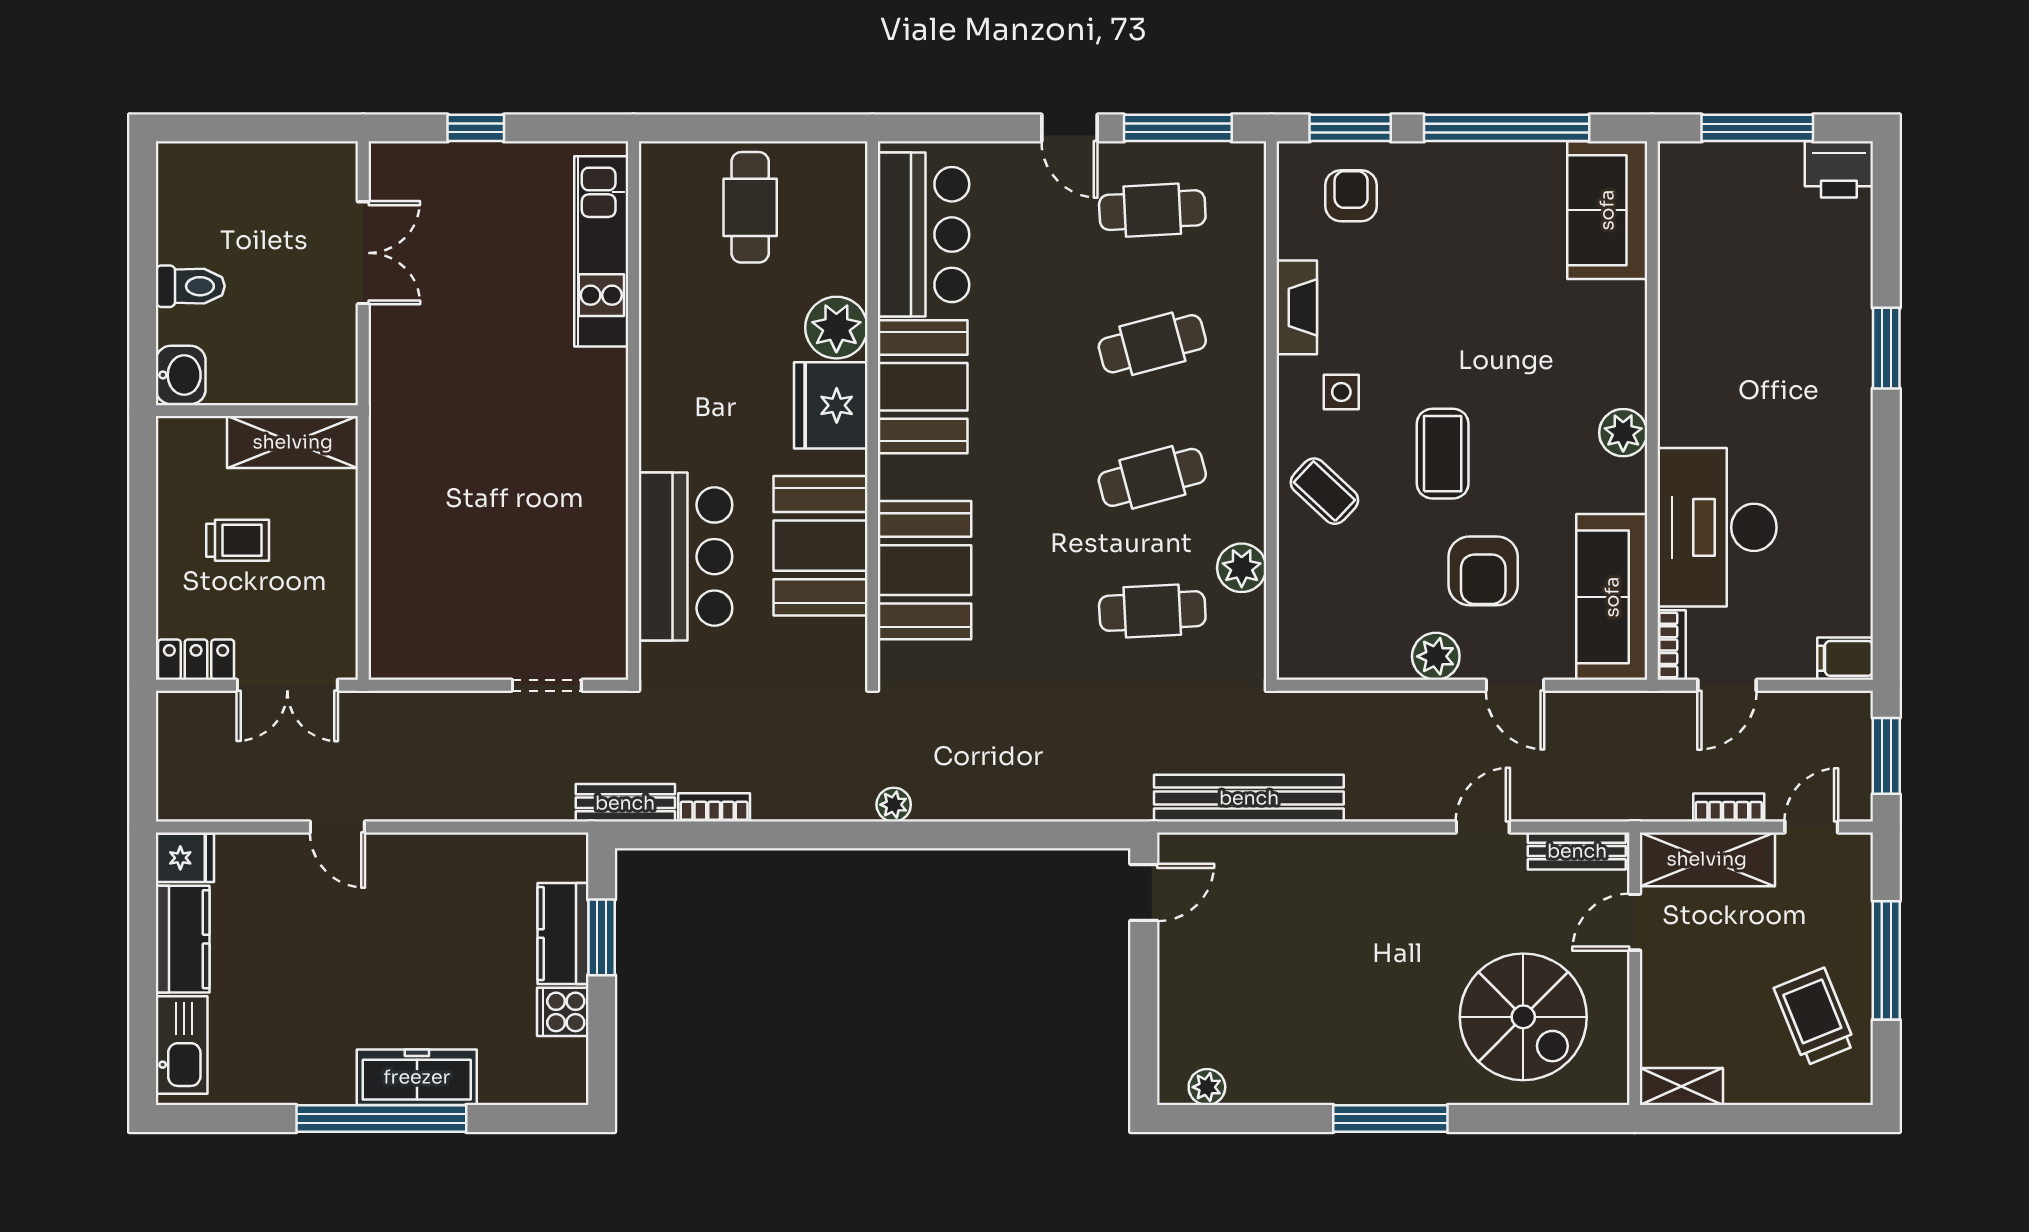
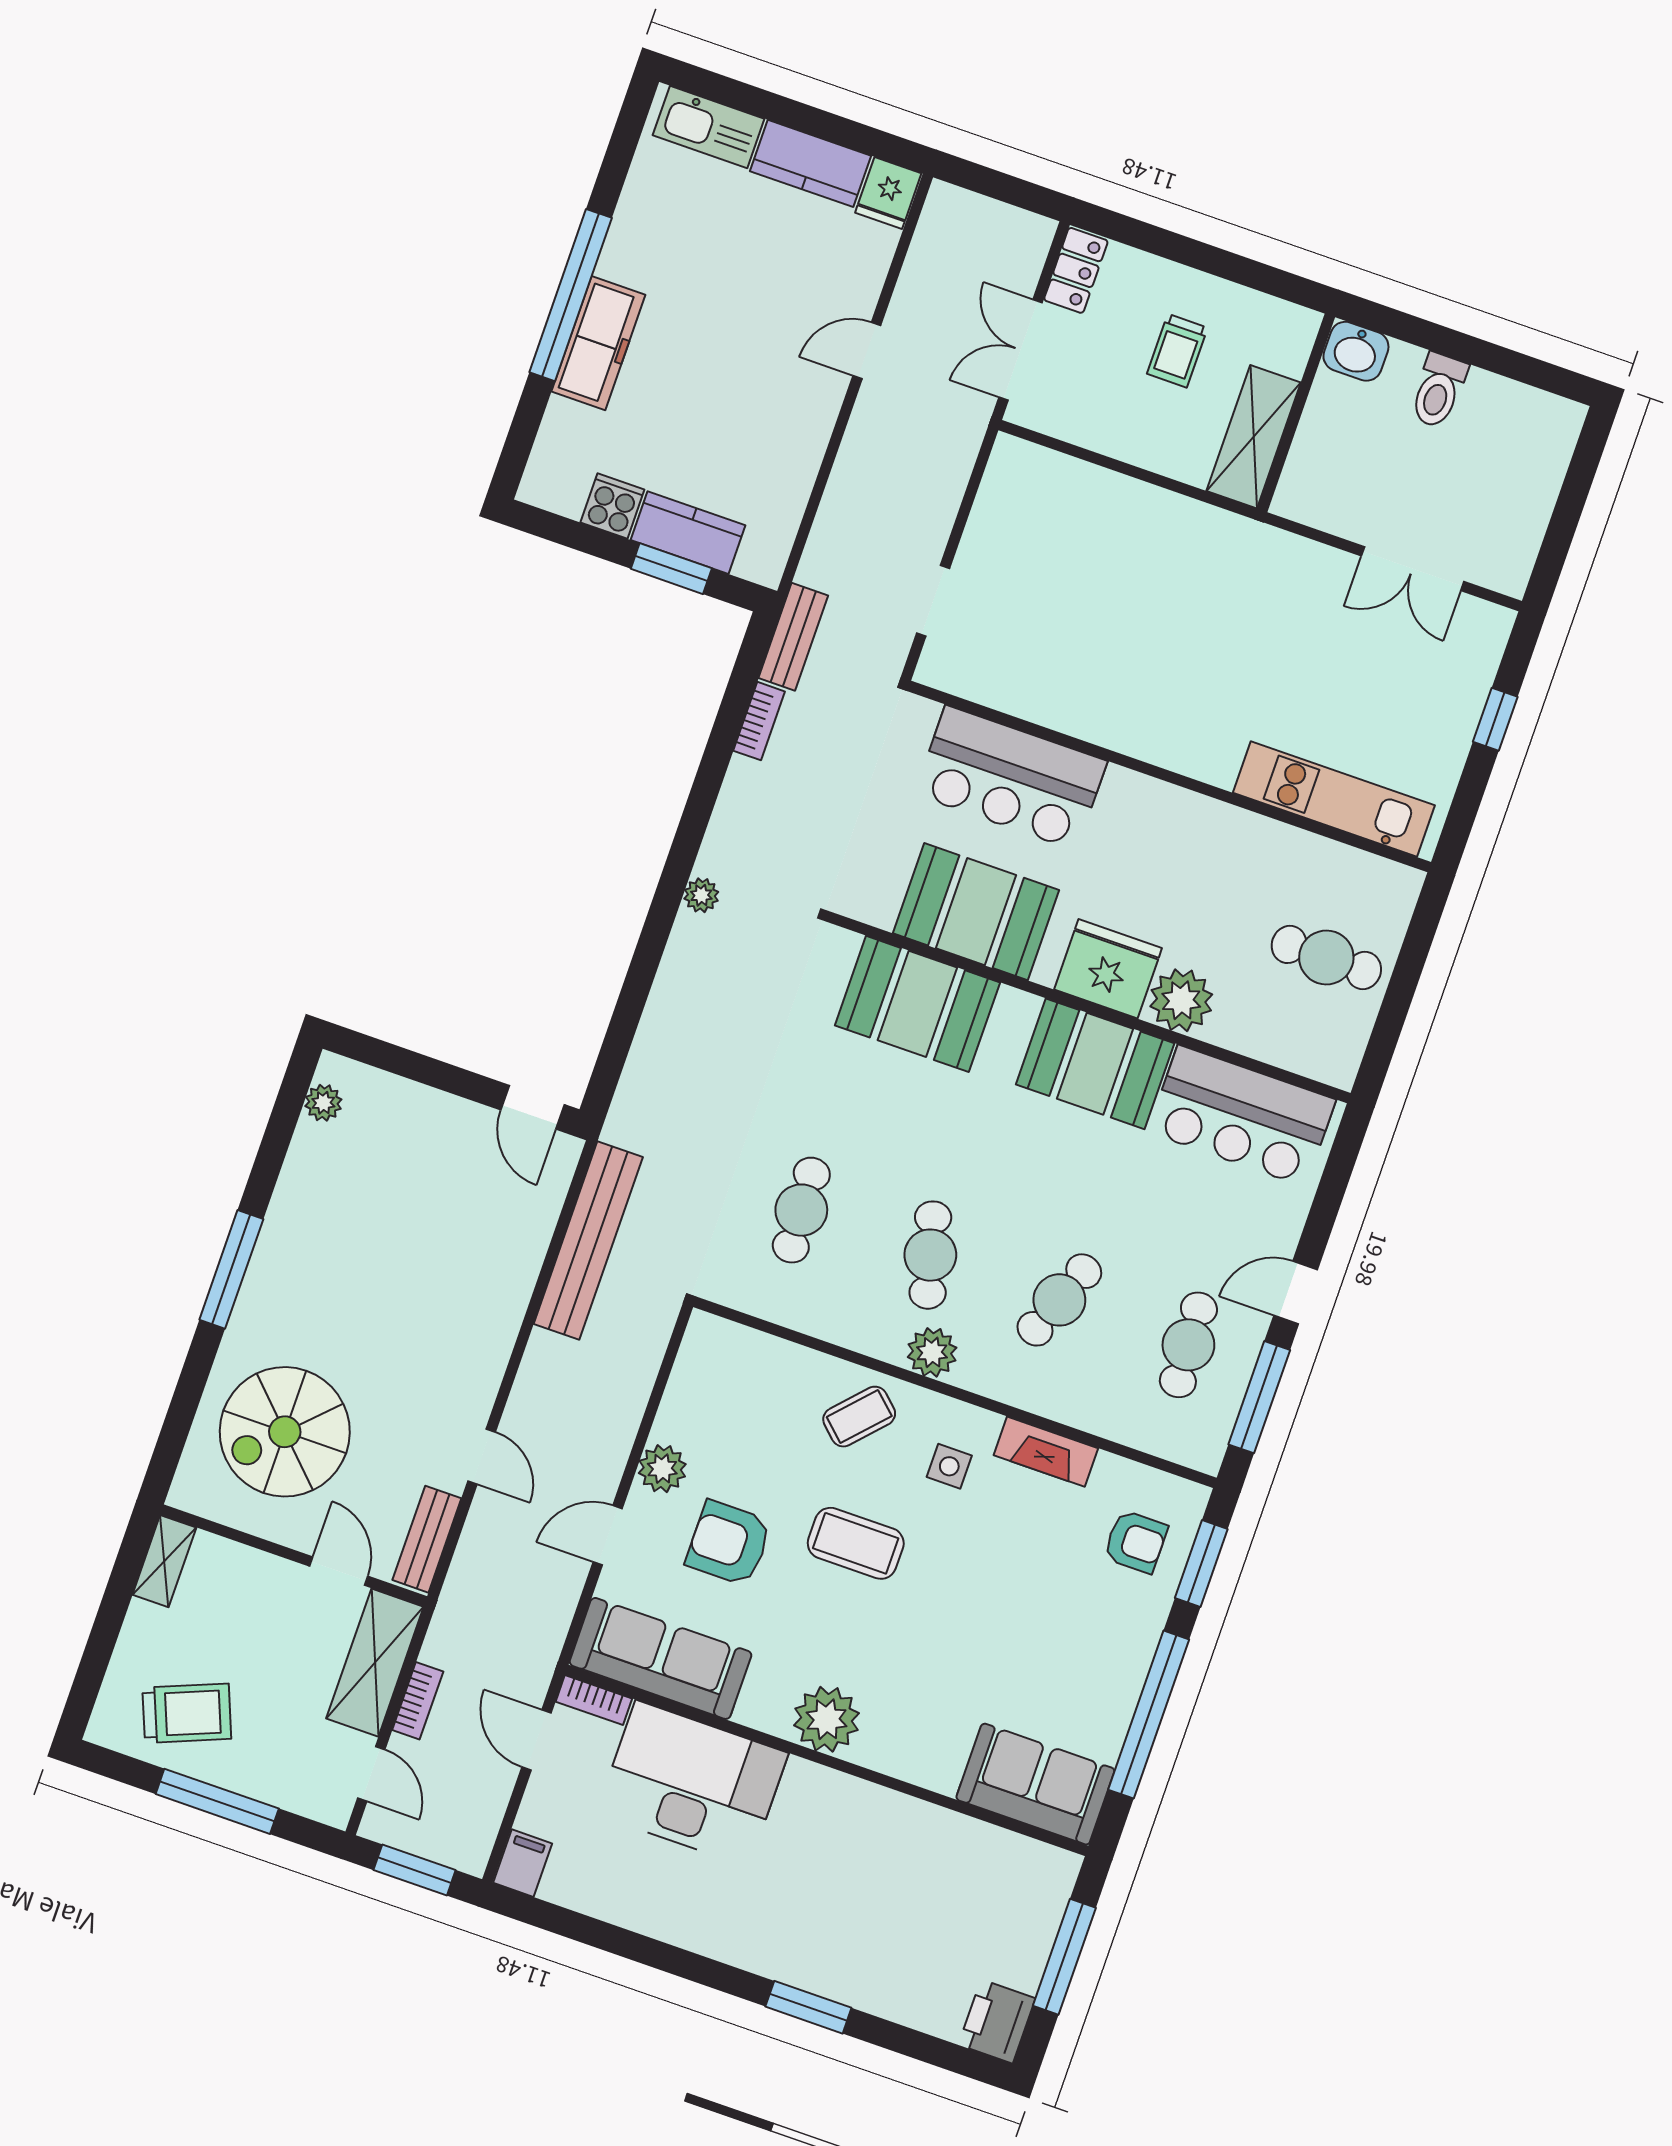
cafe table: (1152, 344) -> (1059, 1300), turned 36
plant: (1623, 433) -> (827, 1719), width x1.36, depth x1.36
plant: (1242, 568) -> (932, 1352), moved

